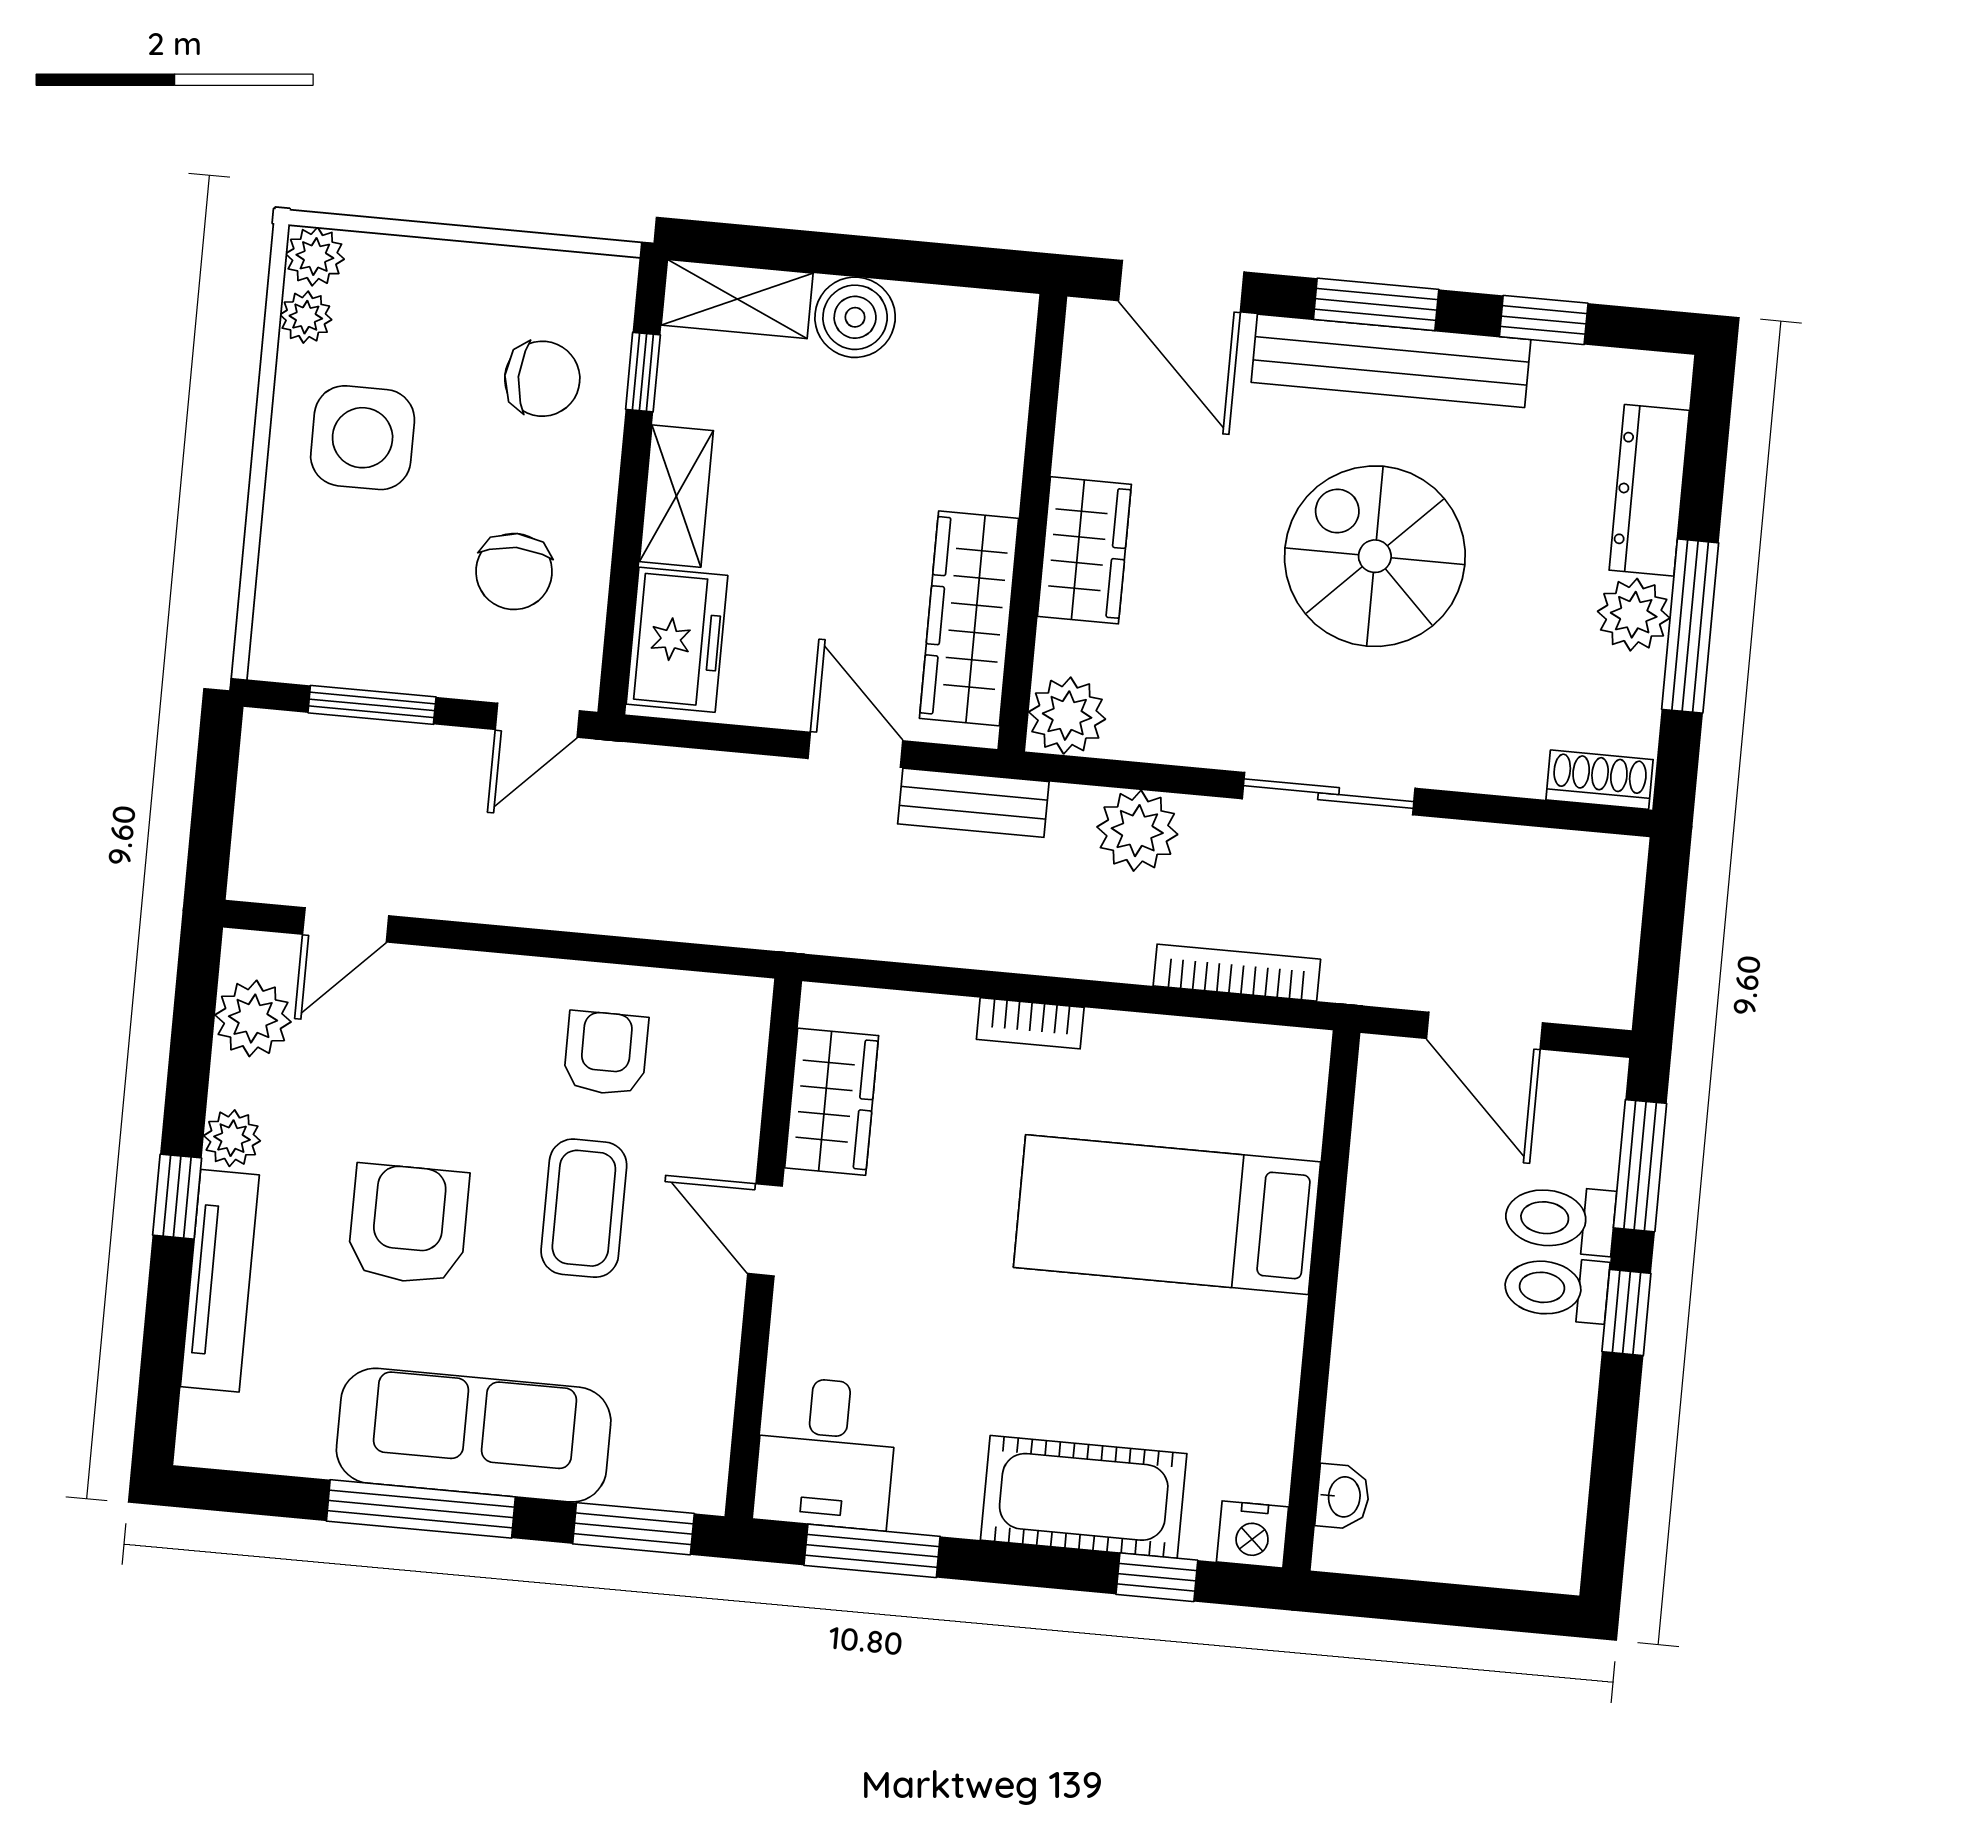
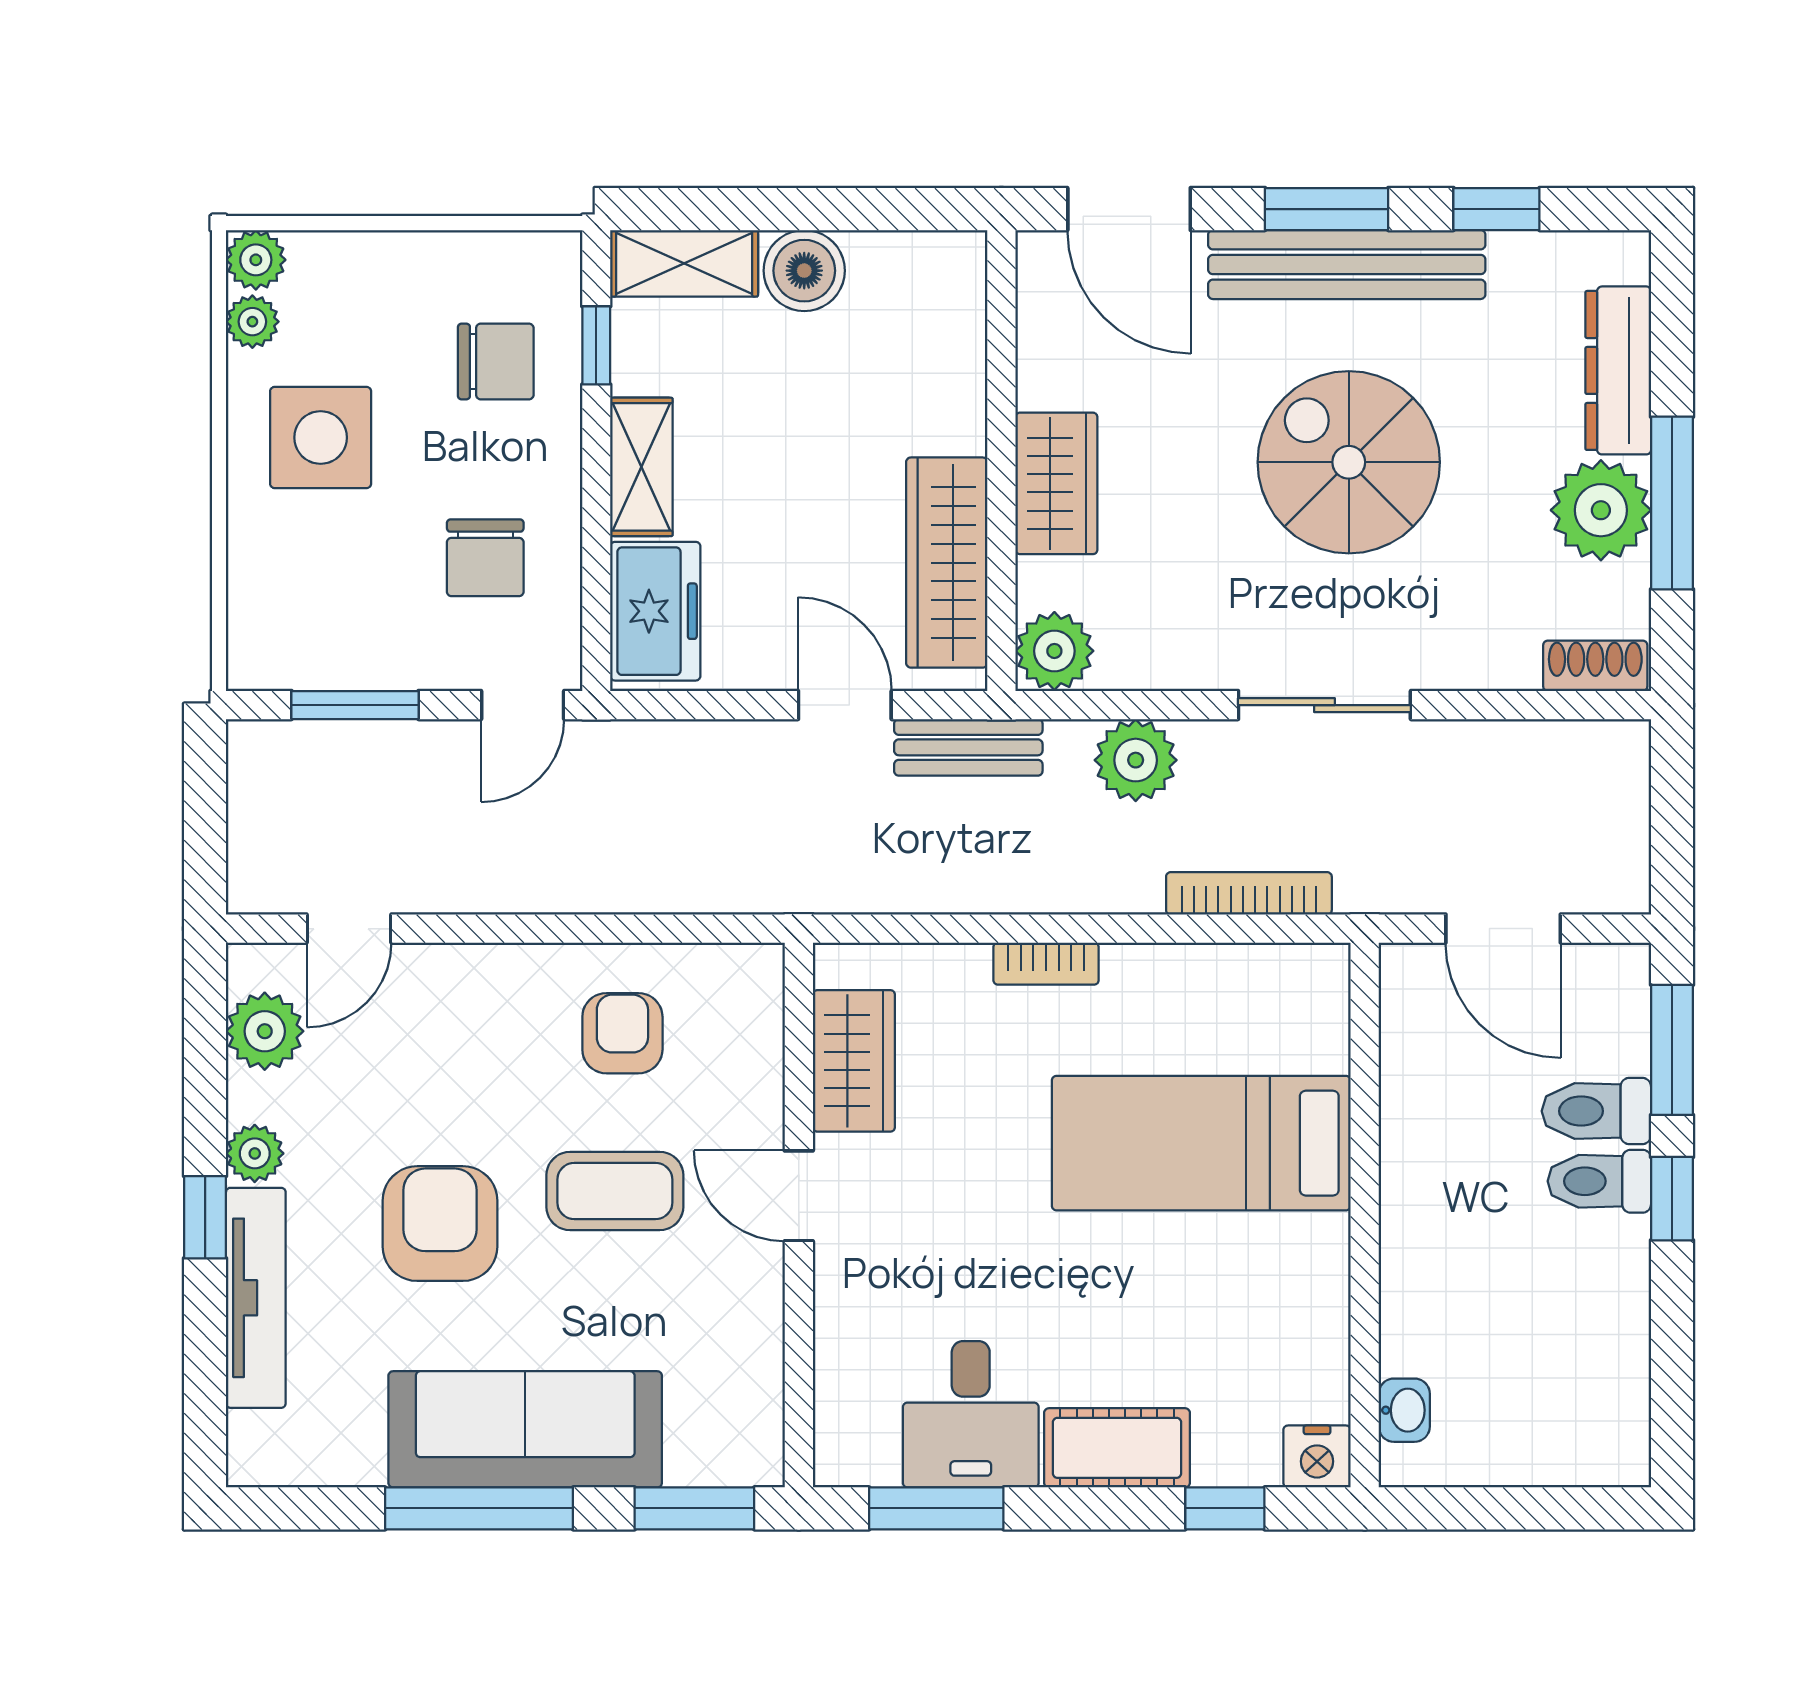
plant: (1634, 615) -> (1601, 510), width x1.36, depth x1.36
coffee table: (584, 1208) -> (615, 1191), turned 90
desk: (826, 1453) -> (971, 1414), moved
cot: (1084, 1497) -> (1117, 1448), width x0.73, depth x0.75

